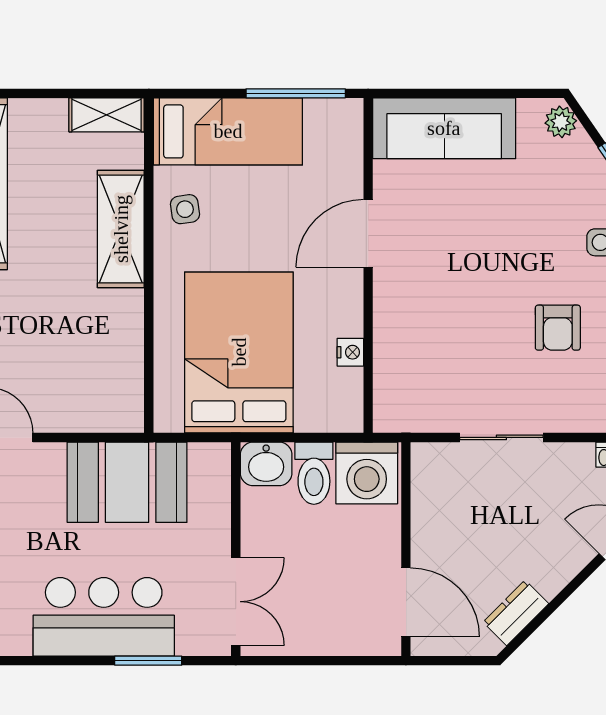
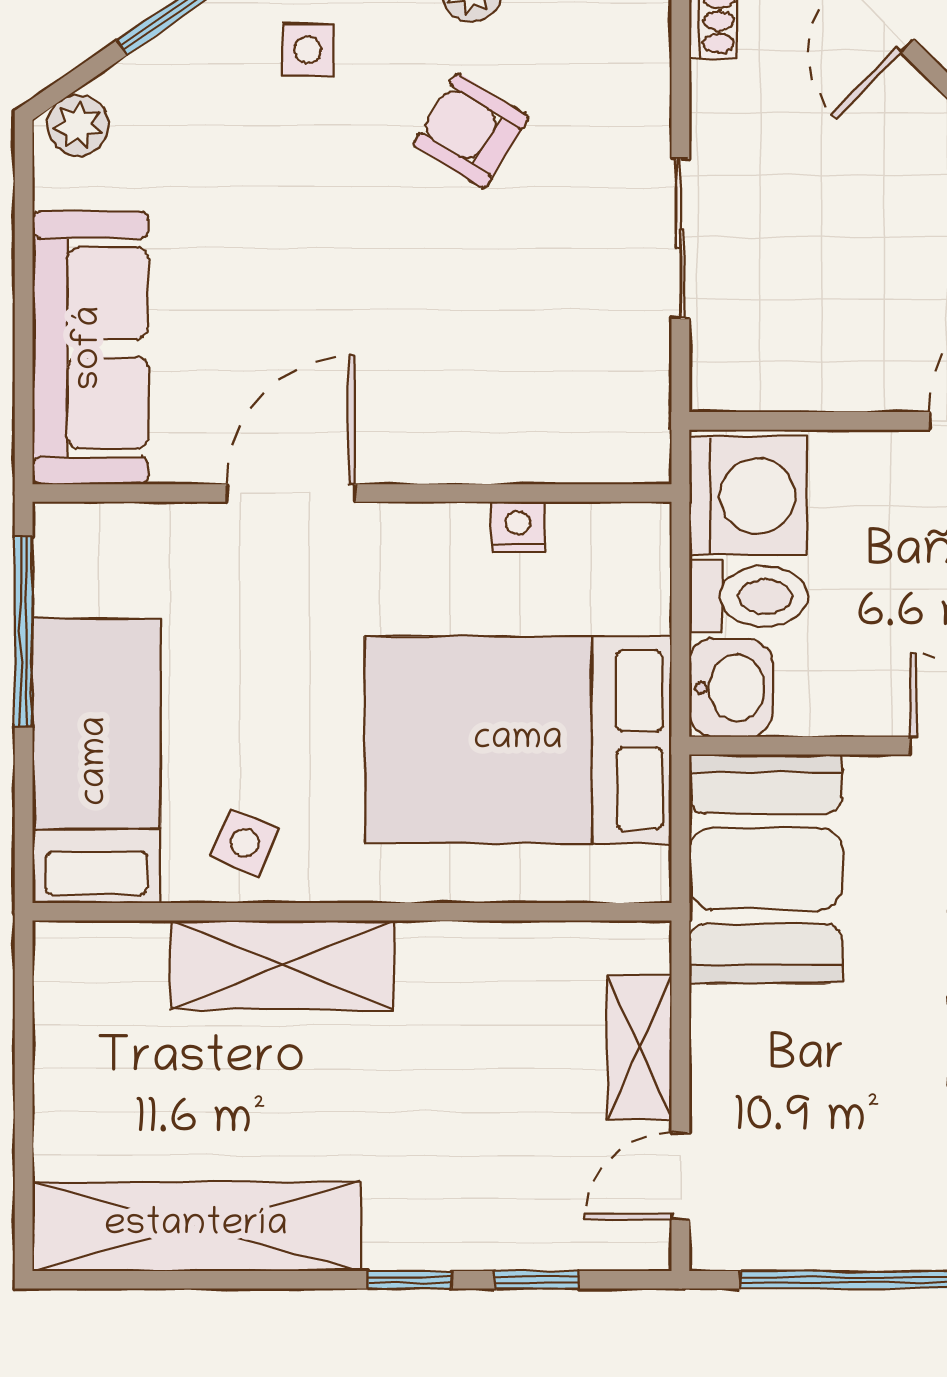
shelving: (107, 115) -> (639, 1047), moved
side table: (185, 209) -> (245, 843), turned 30
door: (368, 233) -> (291, 493), swing flipped
armchair: (558, 328) -> (471, 131), turned -148
booth: (127, 482) -> (766, 869), moved

